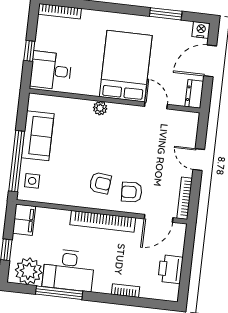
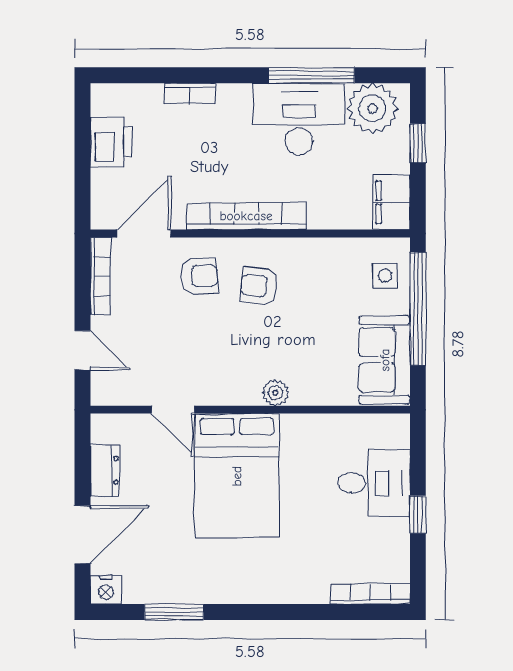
bed: (126, 66) -> (237, 476), moved
wall: (115, 101) -> (250, 410), moved
door: (156, 105) -> (173, 410), moved
plant: (100, 108) -> (275, 393), moved

